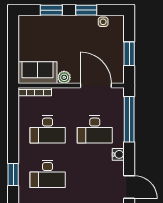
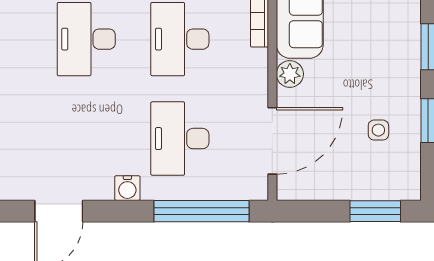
side table: (103, 22) -> (378, 130), moved
window: (129, 54) -> (375, 211), moved

